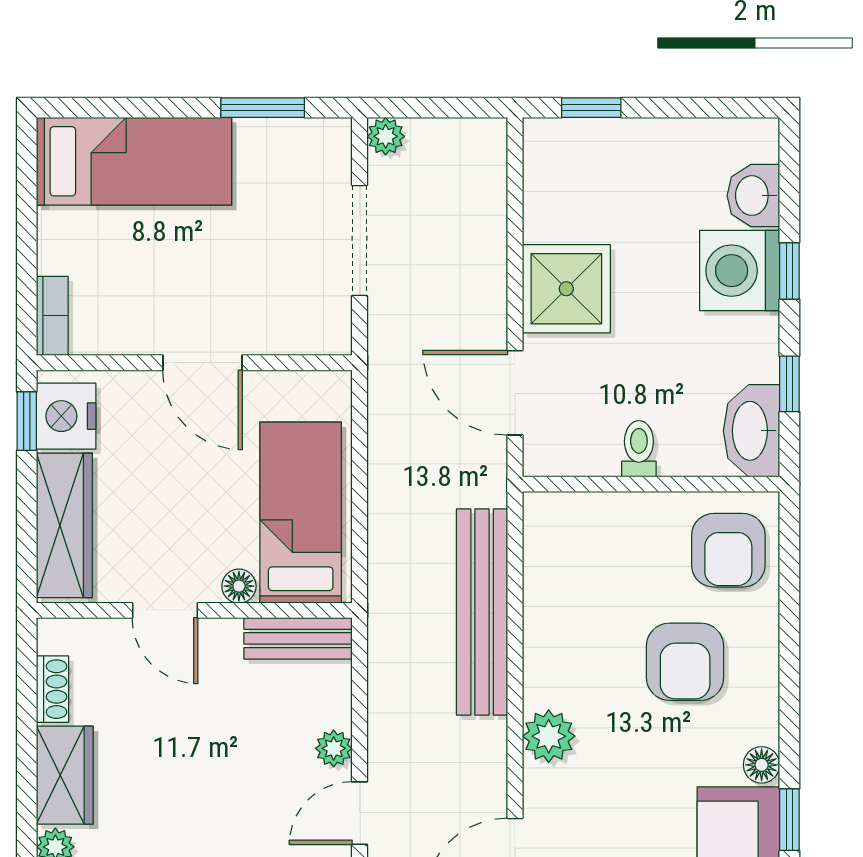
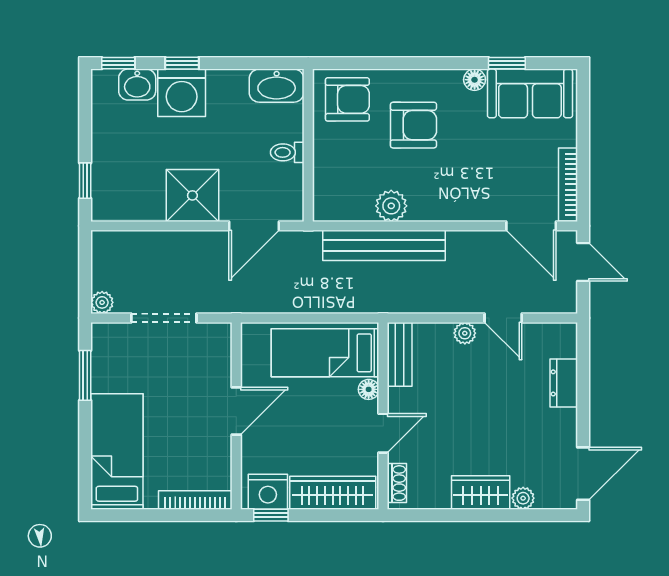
bookcase: (52, 316) -> (195, 500), width x1.56
window: (789, 384) -> (118, 63), moved
shoe rack: (53, 689) -> (397, 483), moved, turned 90
plant: (549, 736) -> (391, 206), moved

